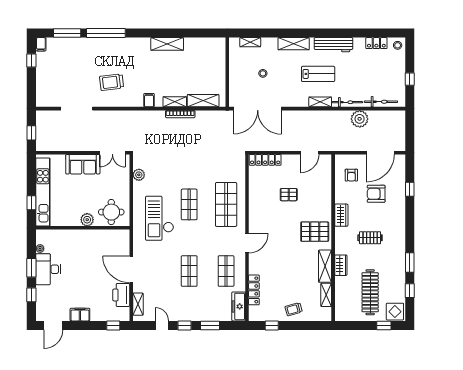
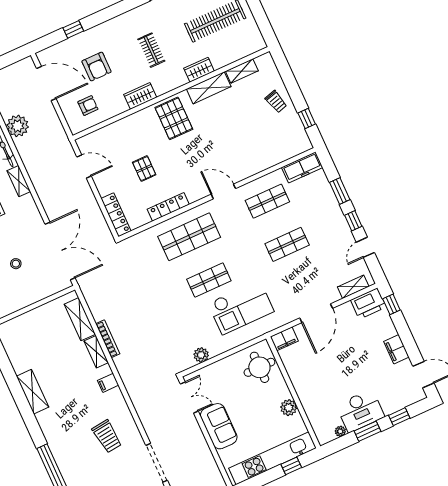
plant: (87, 220) -> (289, 408), moved
filing cabinet: (123, 239) -> (284, 339), added
locker: (254, 290) -> (168, 207), moved
printer: (121, 295) -> (368, 304), moved

